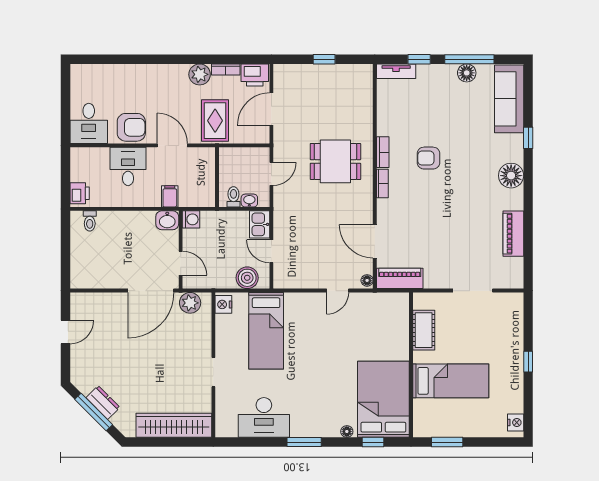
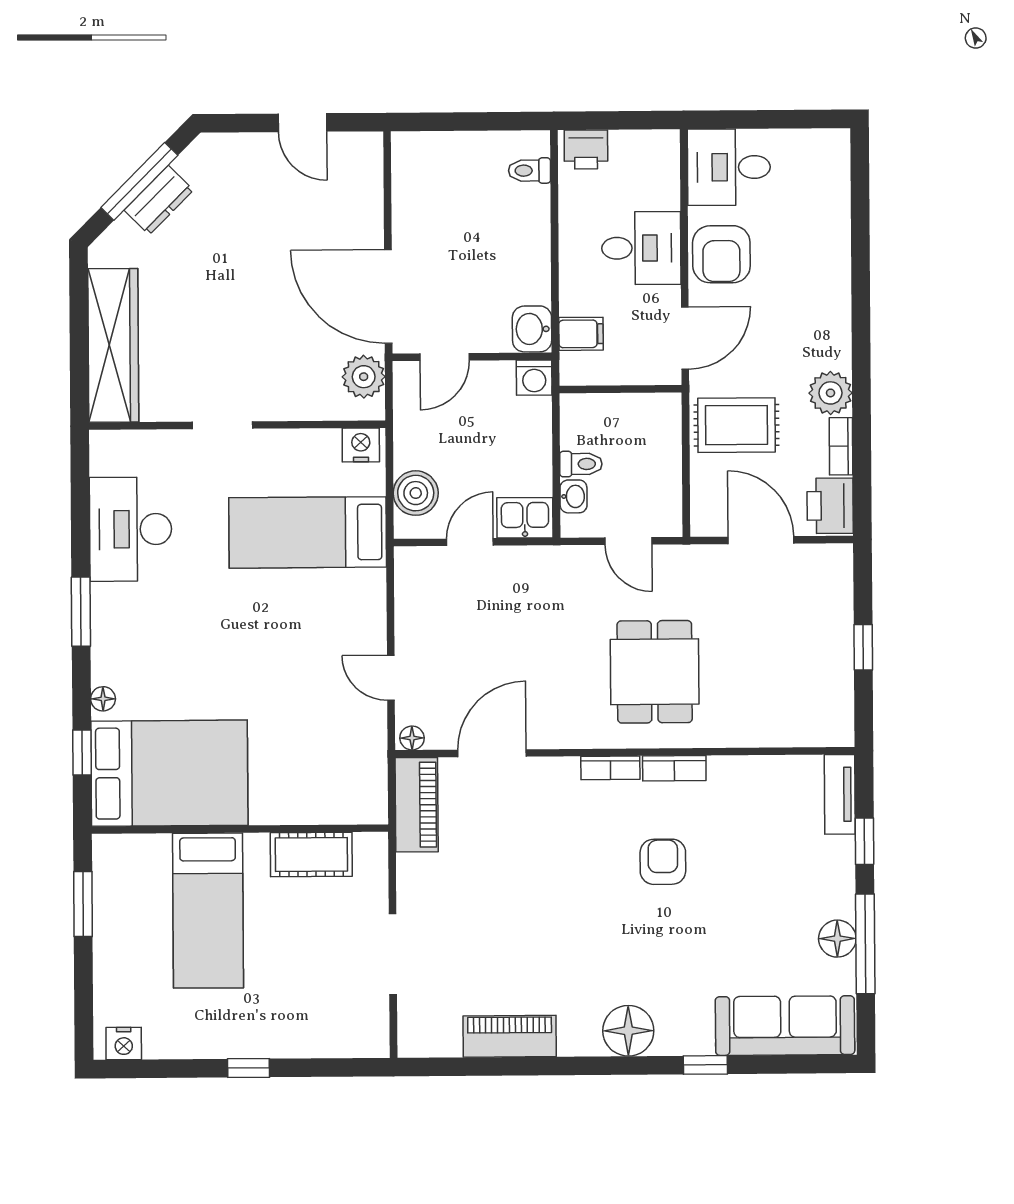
wall: (217, 177) -> (621, 389), moved

